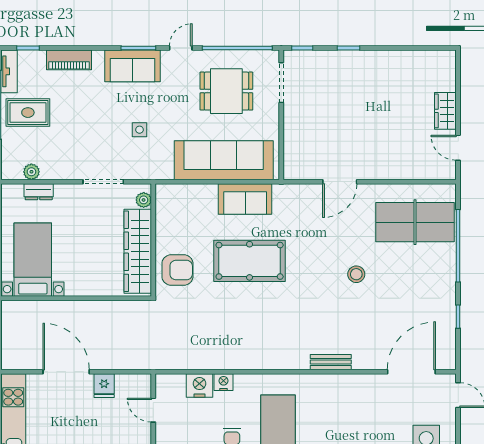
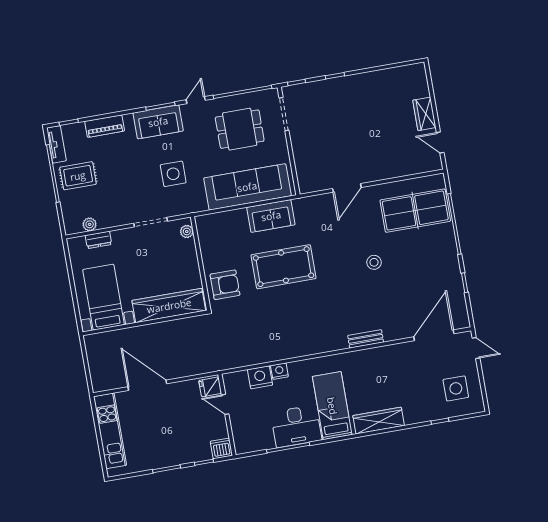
side table: (140, 130) -> (173, 174), width x1.87, depth x1.87
wardrobe: (138, 251) -> (169, 306), moved, turned 90
fridge: (104, 386) -> (210, 387), moved, turned 90

